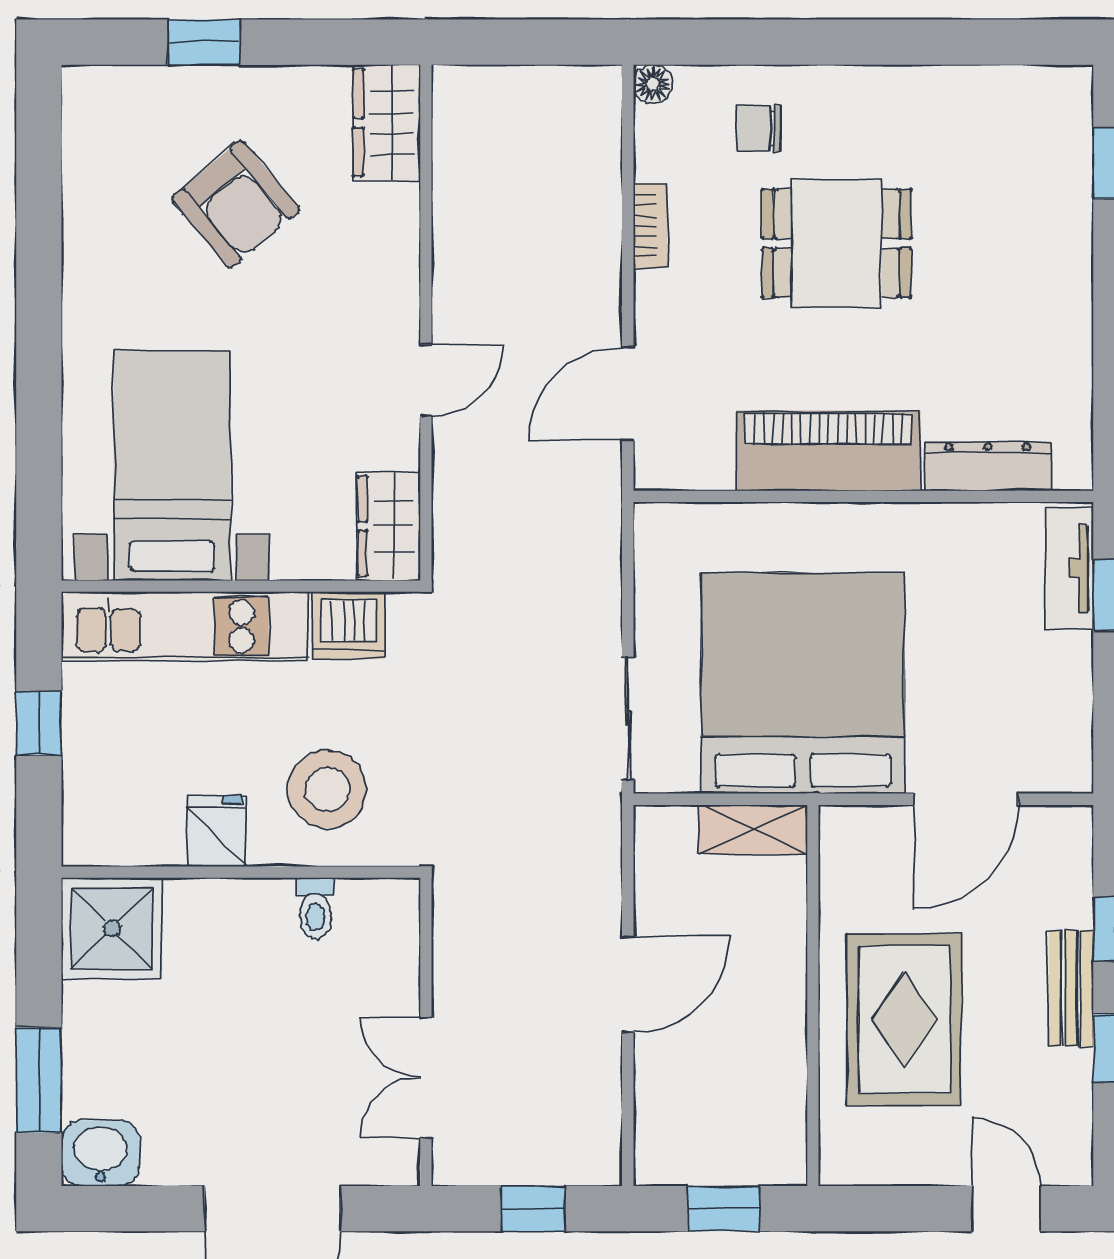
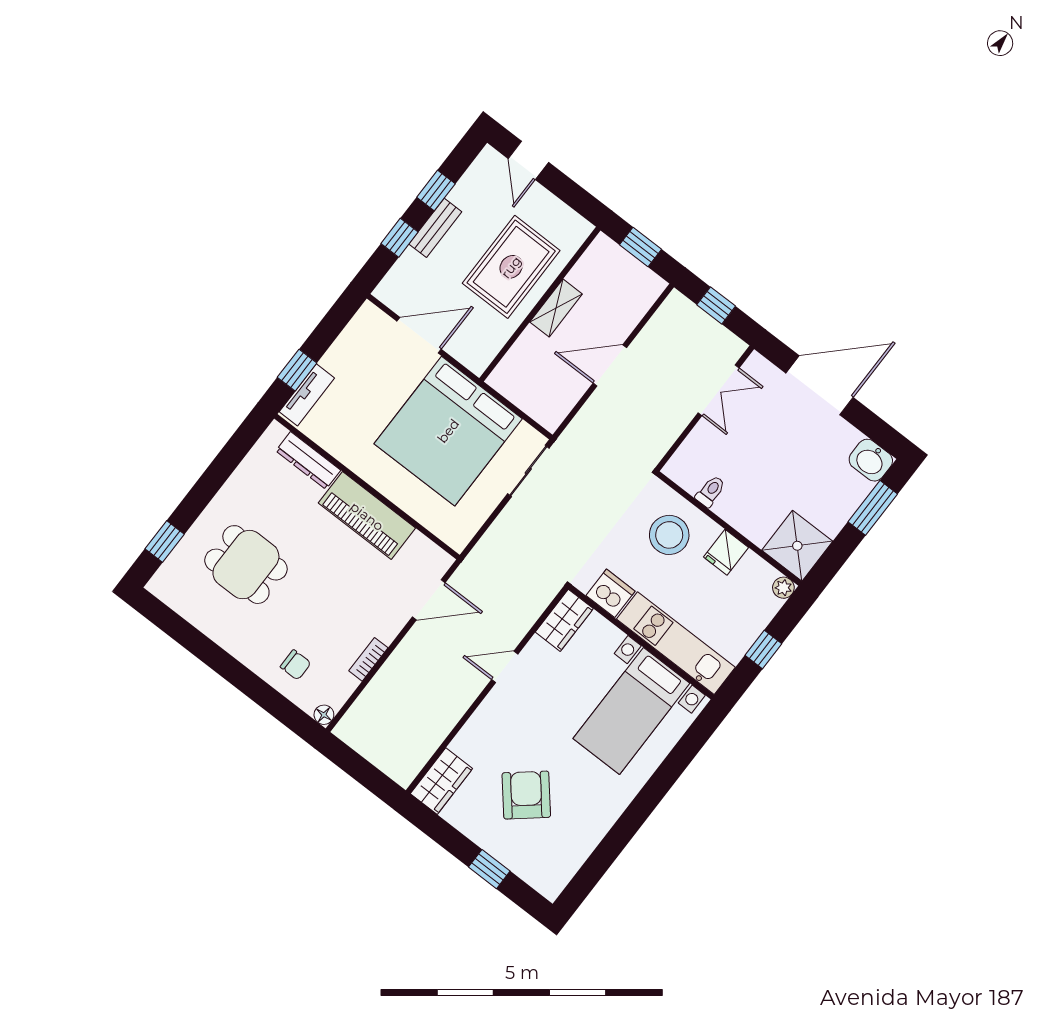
dining table: (837, 243) -> (246, 565), moved
shelving: (753, 829) -> (556, 308), moved, turned 90
plant: (83, 845) -> (783, 588), added

